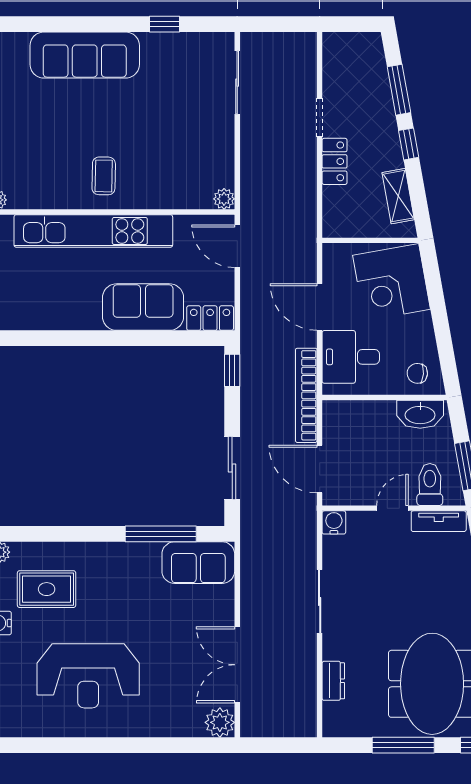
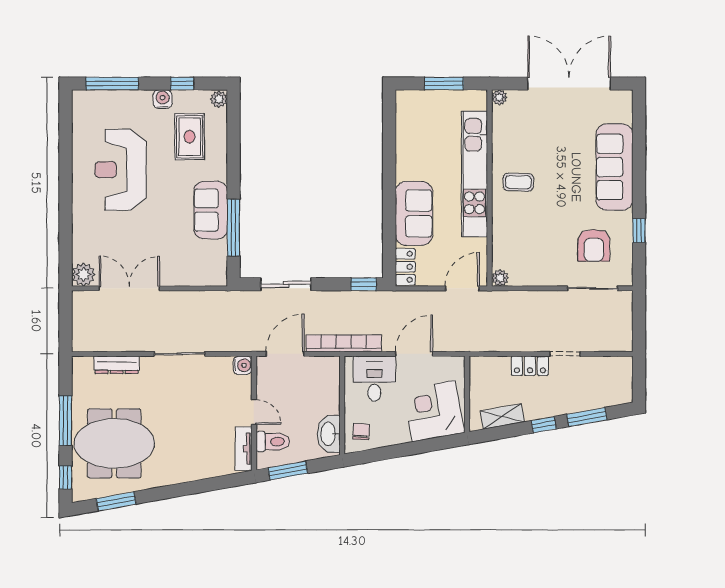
armchair: (183, 81) -> (594, 245), added
sofa: (198, 563) -> (211, 210), moved
dresser: (333, 681) -> (117, 365), width x1.44

